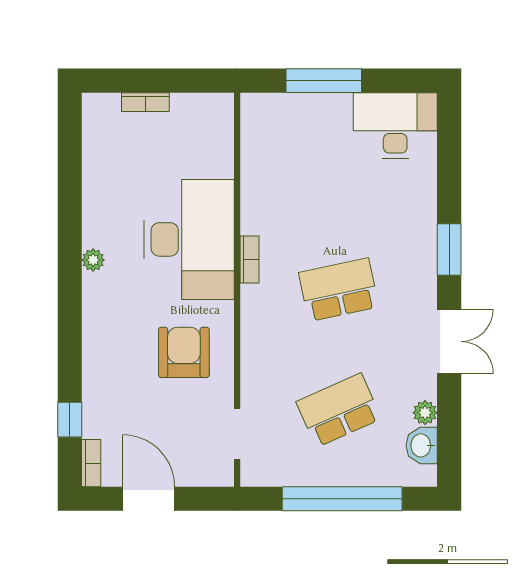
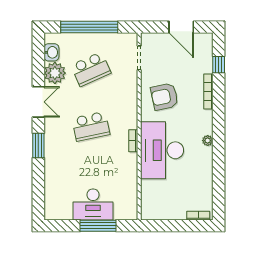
bookcase: (145, 102) -> (198, 216), moved
desk: (395, 126) -> (93, 204), moved
double door: (449, 341) -> (38, 102), swing flipped
armchair: (184, 352) -> (164, 97), turned 78
plant: (425, 413) -> (55, 73), width x1.87, depth x1.87
bookcase: (91, 463) -> (208, 91), moved, width x1.56

